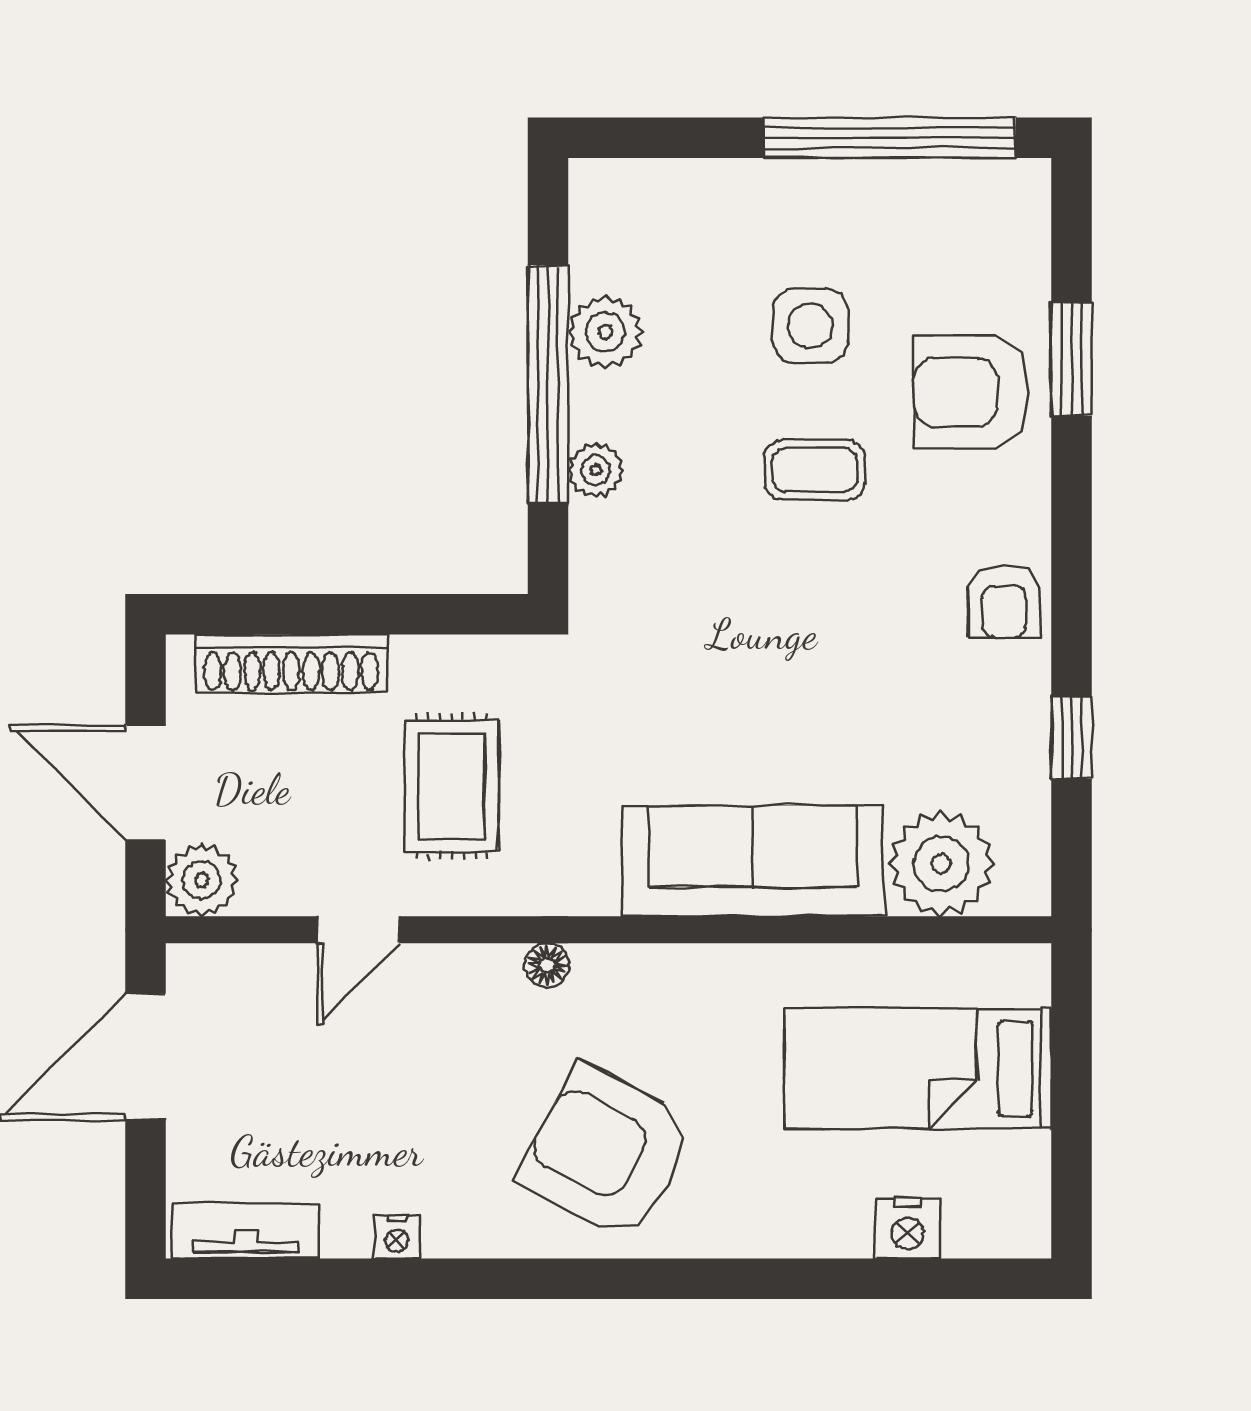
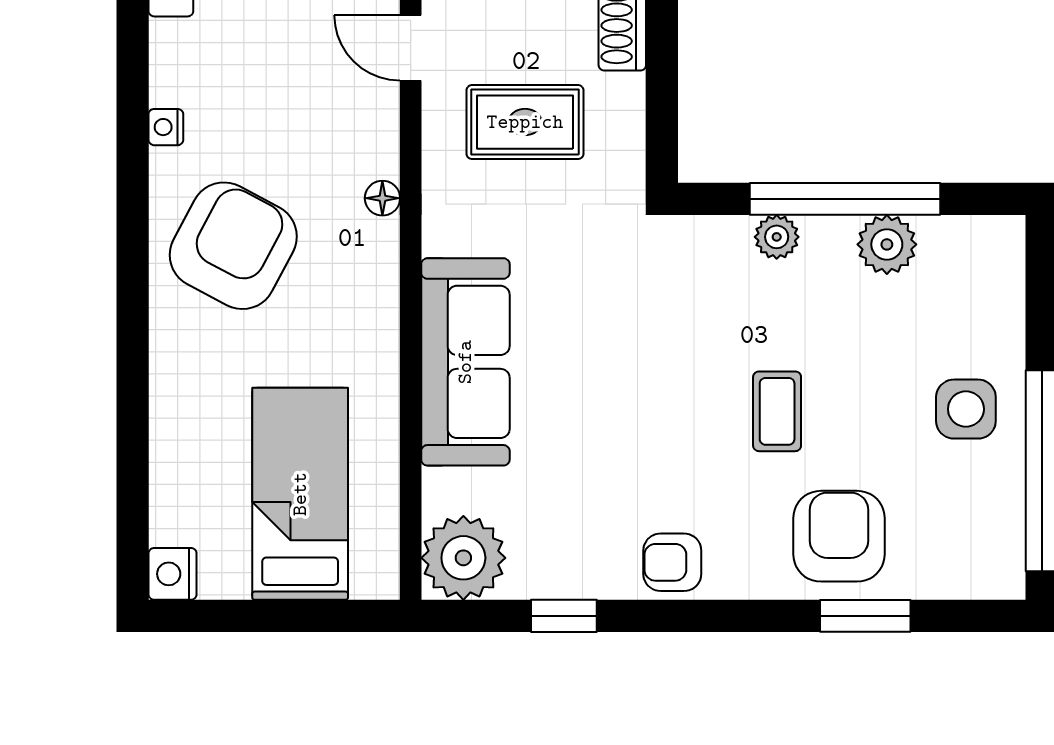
side table: (810, 326) -> (966, 409), moved
plant: (941, 864) -> (463, 558), moved
nightstand: (908, 1229) -> (173, 574), moved
nightstand: (397, 1237) -> (166, 127), moved

